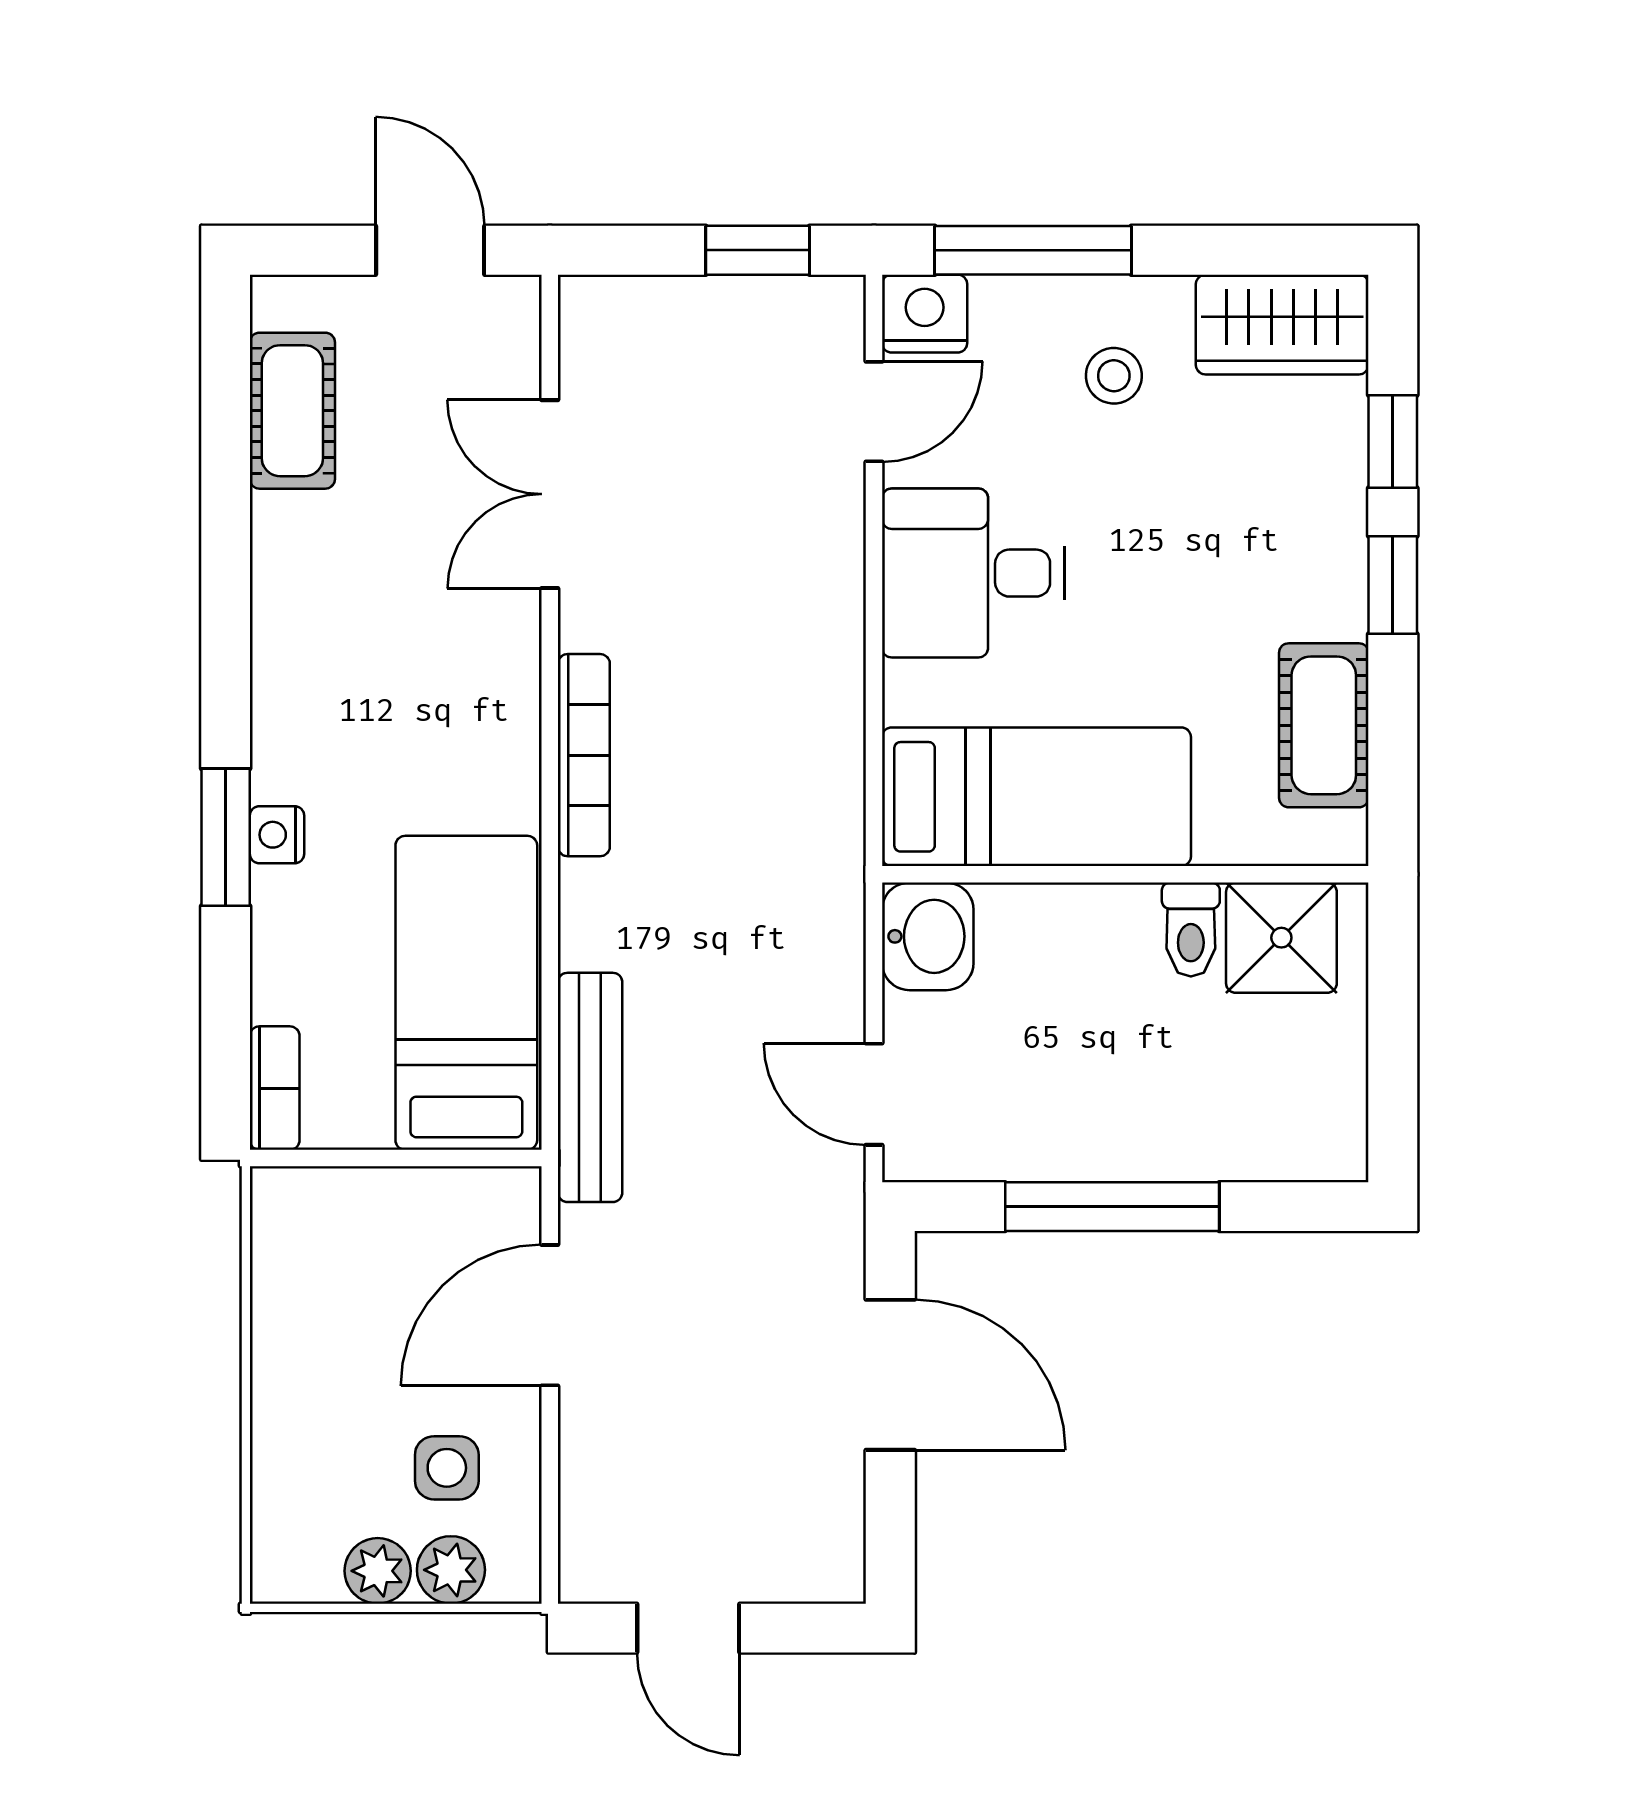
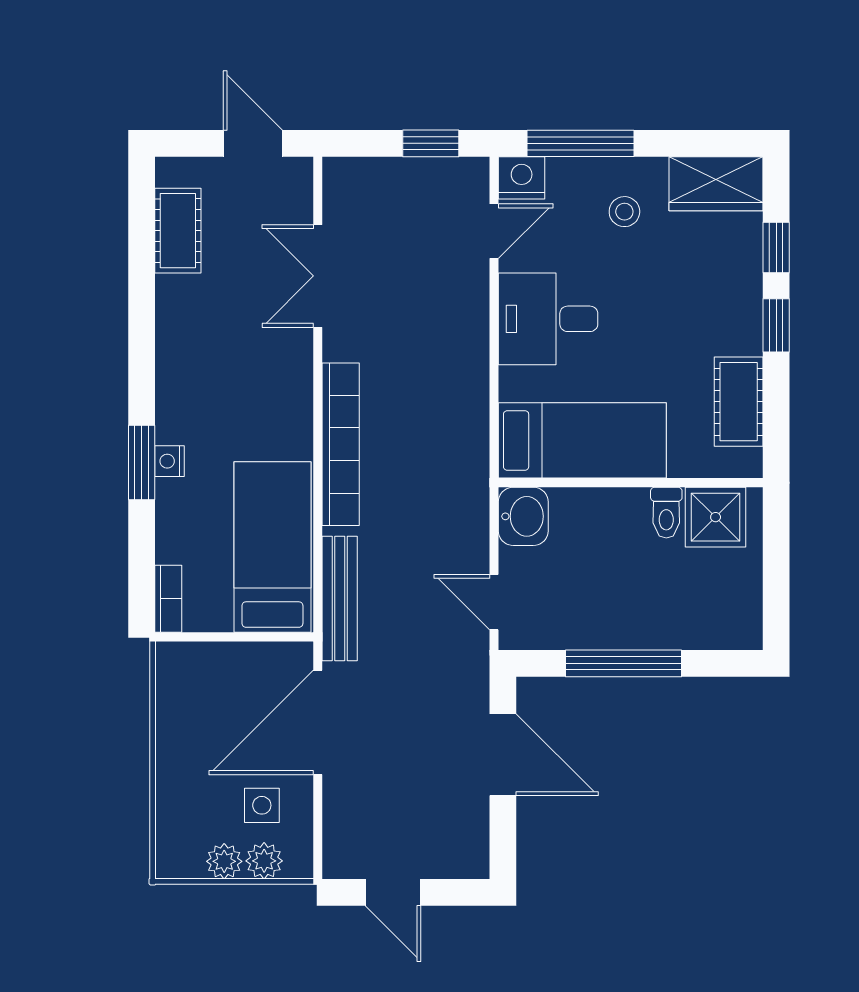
bookcase: (584, 755) -> (341, 444), width x1.48, depth x1.31
door: (550, 1315) -> (318, 722), width x1.36

